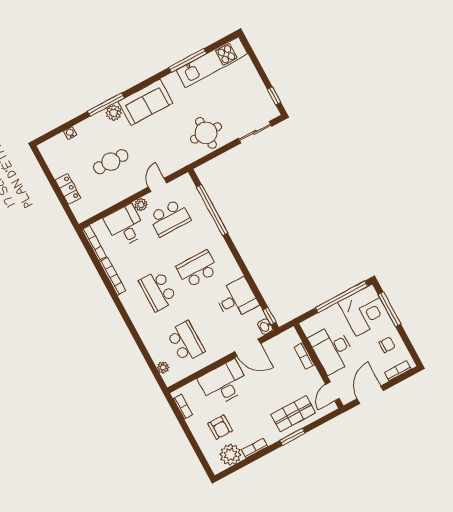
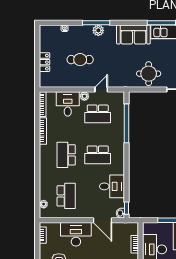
sofa: (145, 102) -> (133, 34), moved
school desk: (197, 269) -> (98, 155), turned 180

